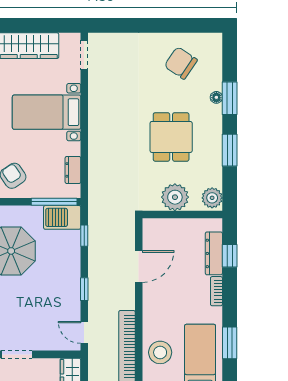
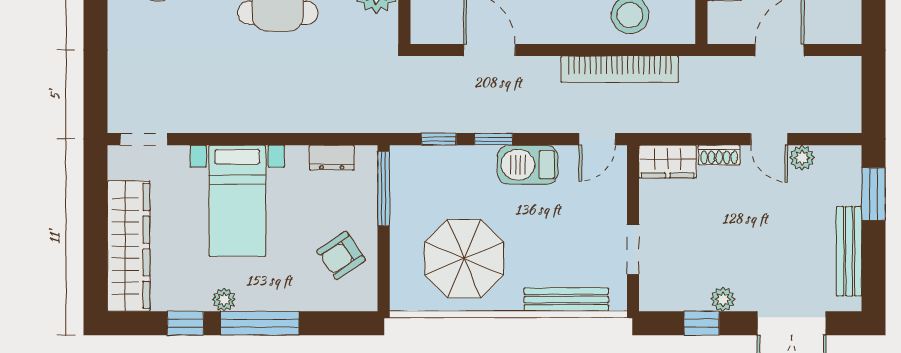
barbecue: (62, 217) -> (527, 165), moved, turned 90
window: (84, 289) -> (494, 139), moved

